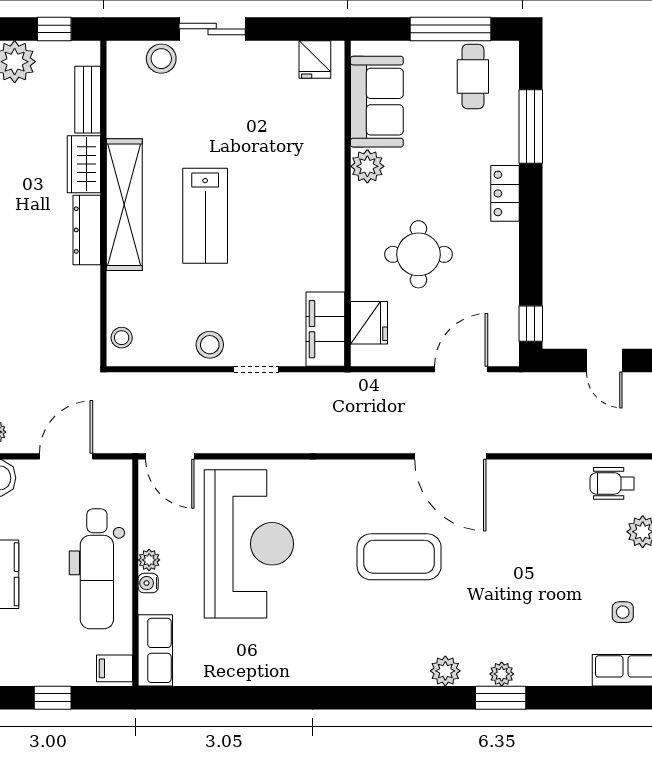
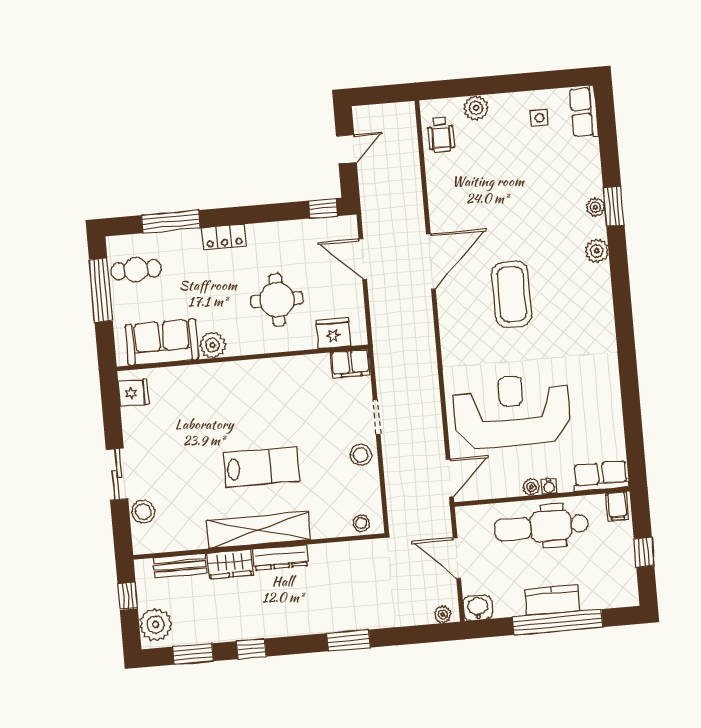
filing cabinet: (325, 329) -> (350, 364), width x0.67, depth x0.86
dental chair: (97, 569) -> (542, 527), turned 180

